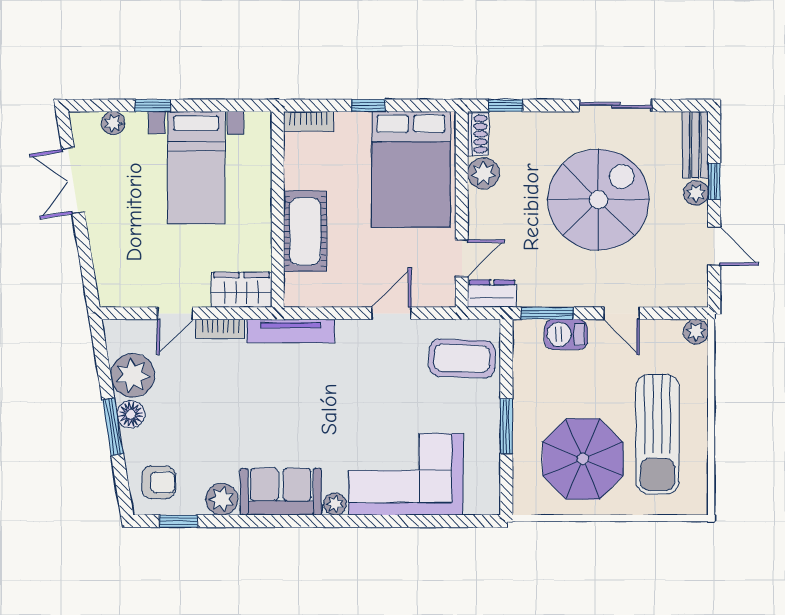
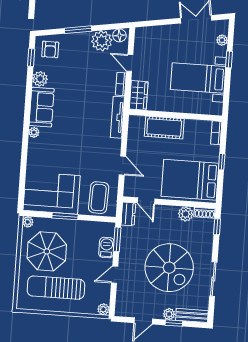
floor lamp: (131, 414) -> (119, 35), moved
corner sofa: (406, 474) -> (52, 193), moved, turned -90
plant: (524, 504) -> (28, 222), added

